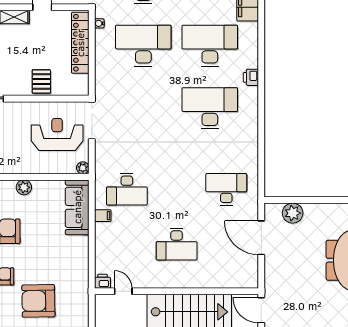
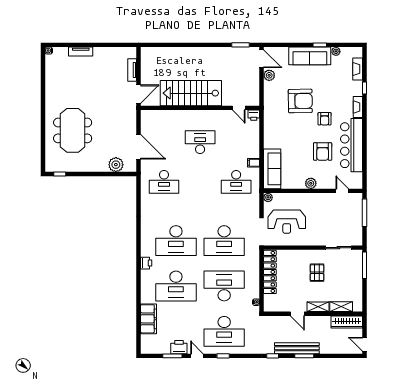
locker: (80, 43) -> (270, 272), moved
desk: (143, 46) -> (224, 286), turned 180
pallet: (41, 81) -> (317, 273), moved
desk: (143, 108) -> (224, 241), added
desk: (127, 189) -> (236, 182), turned 180
door: (261, 310) -> (139, 94), hinge flipped

